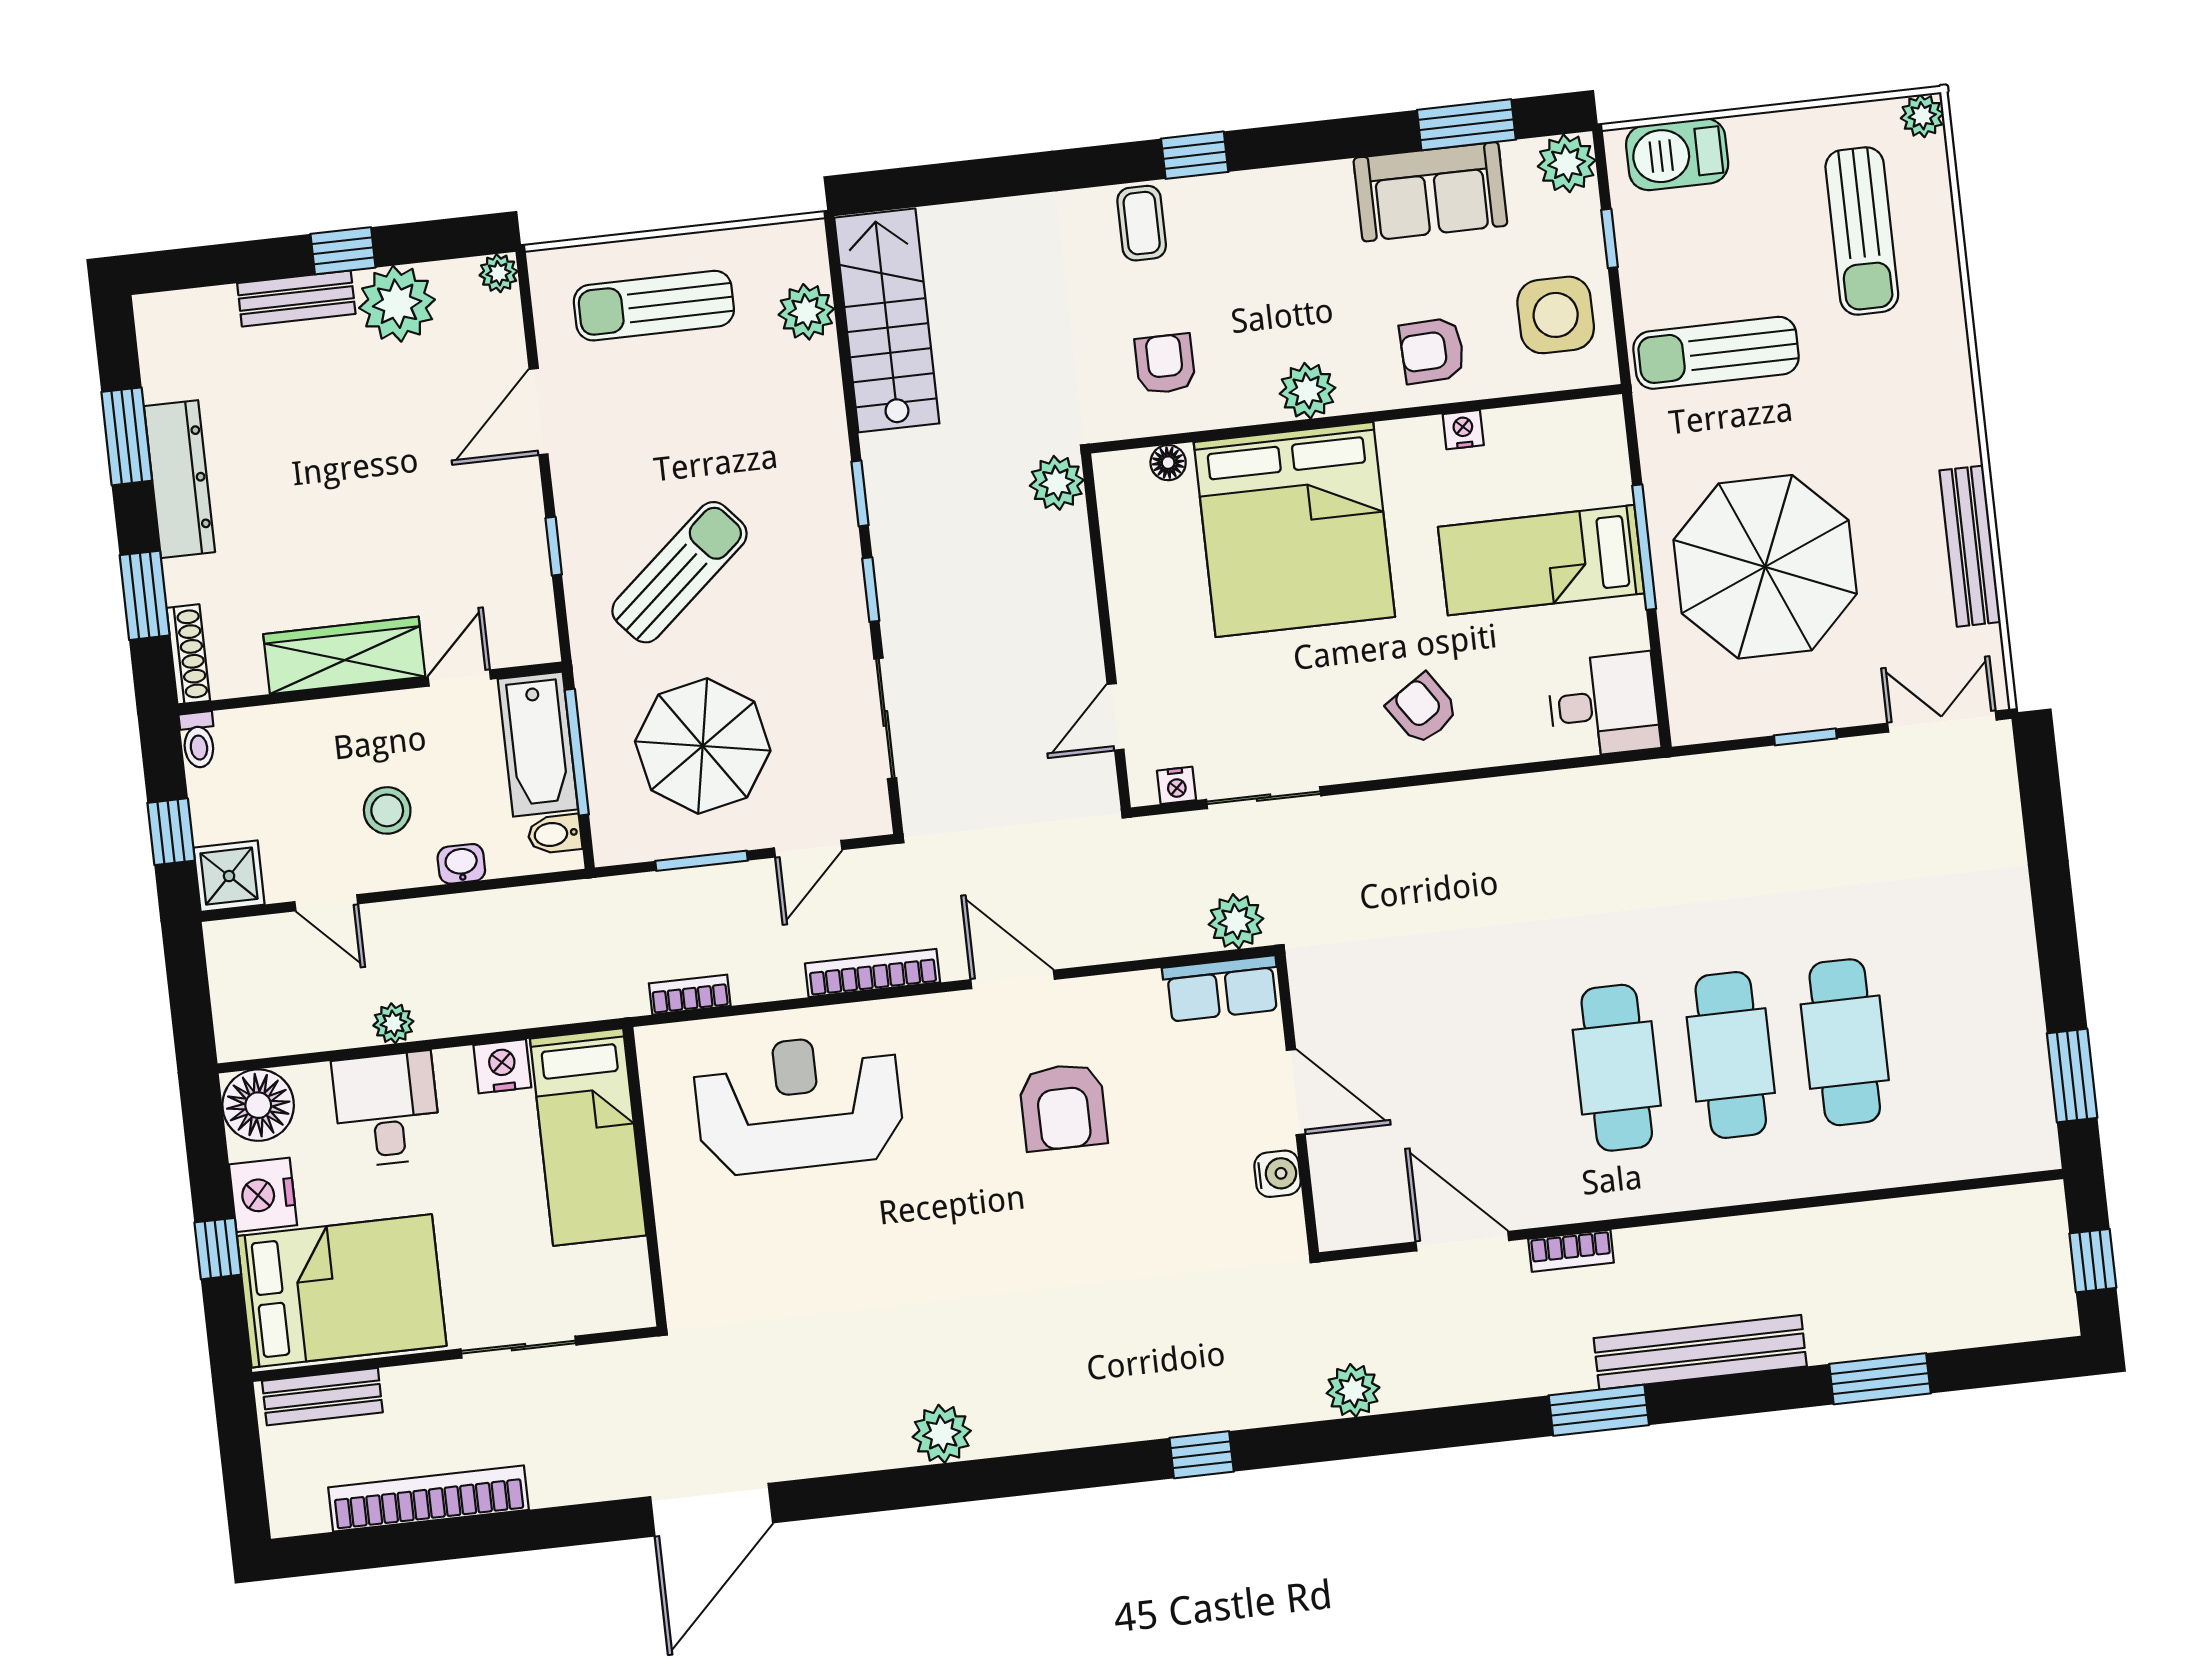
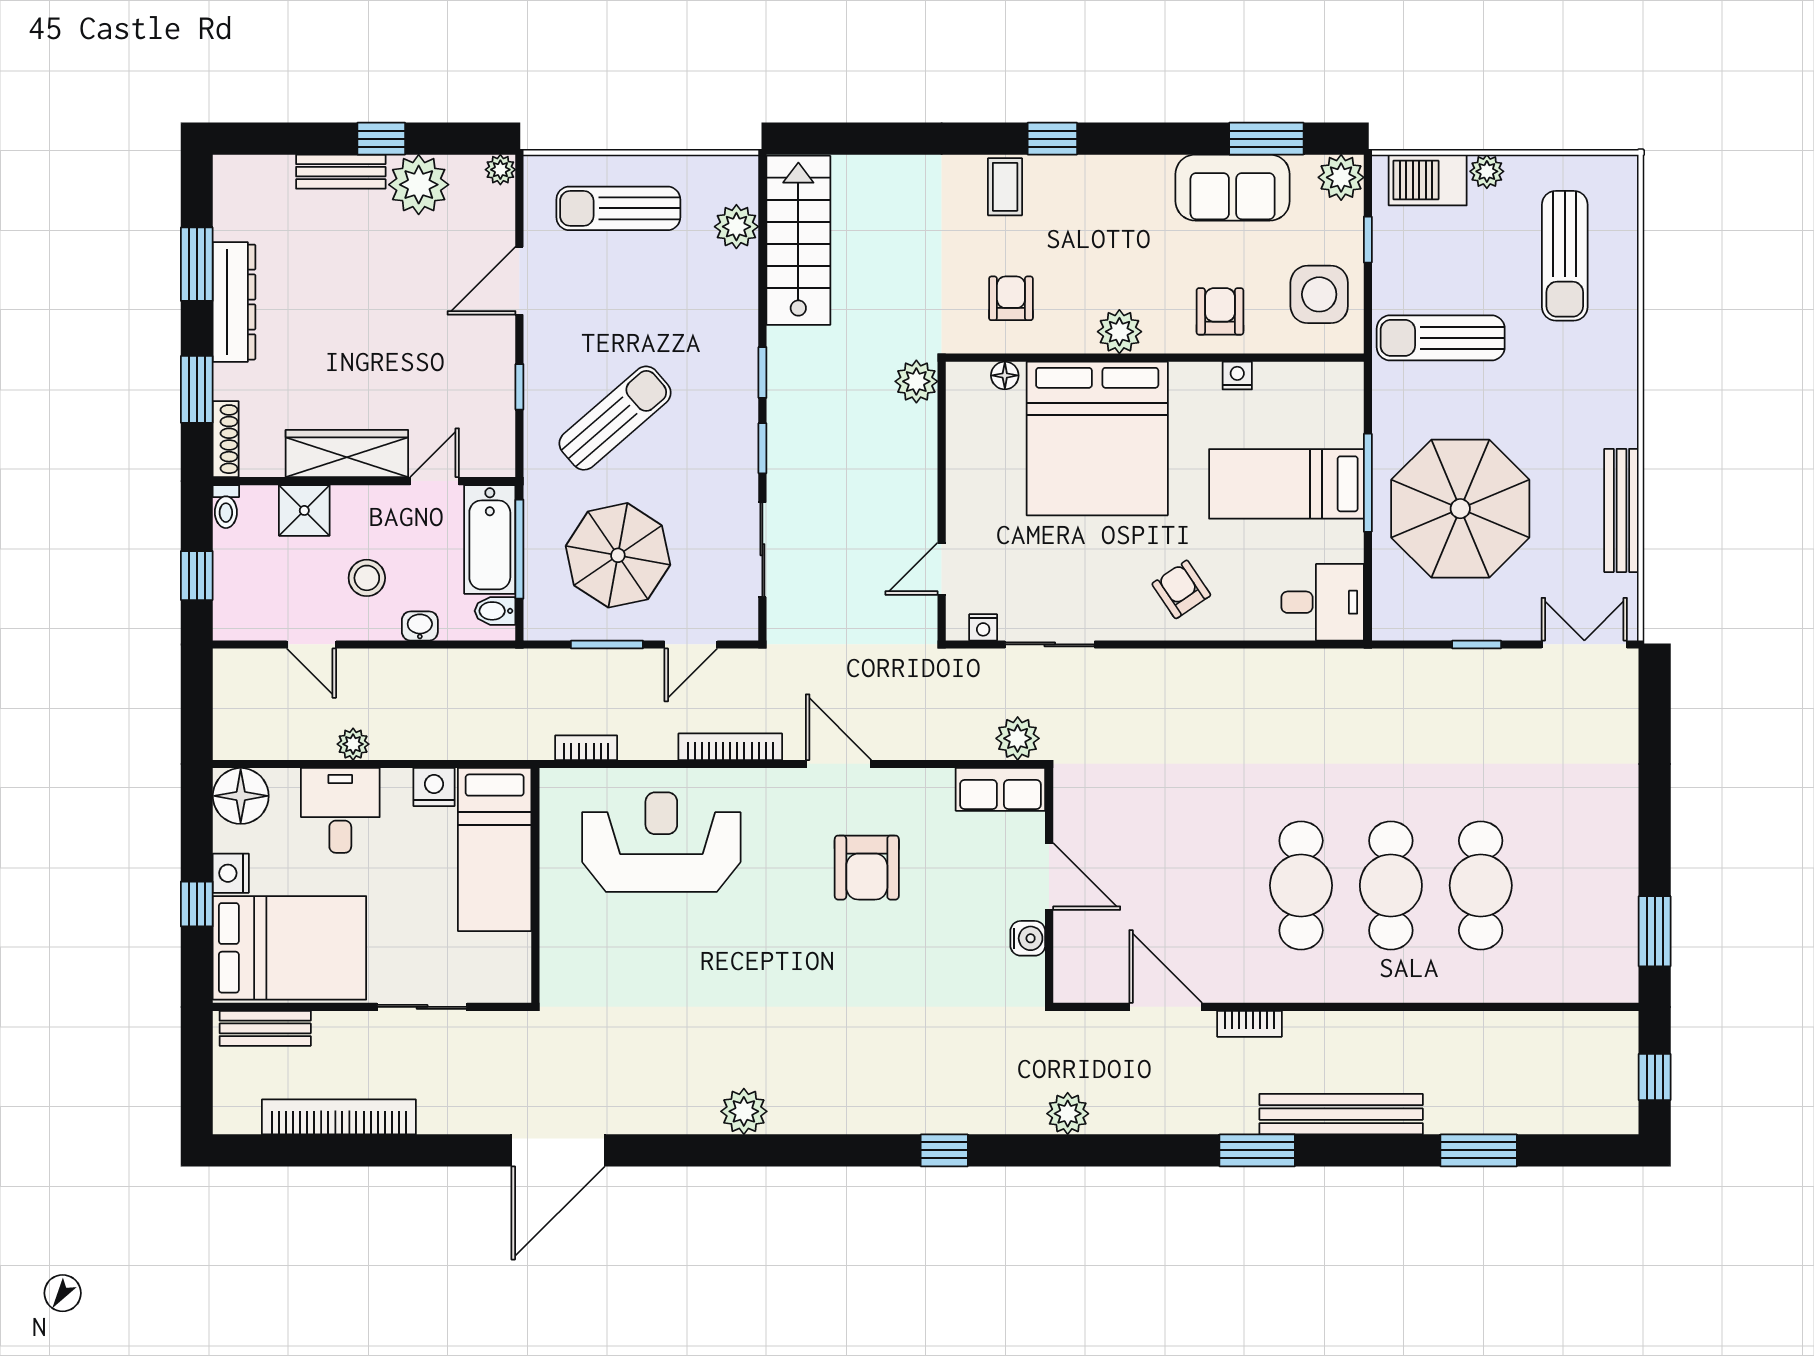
plant: (1922, 116) -> (1487, 171), moved
armchair: (1432, 351) -> (1220, 311), turned 92
shower: (229, 876) -> (304, 510), moved
nightstand: (263, 1195) -> (231, 873), width x0.74, depth x0.75

